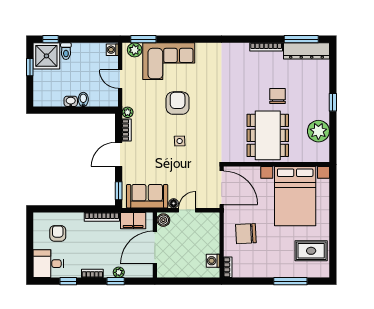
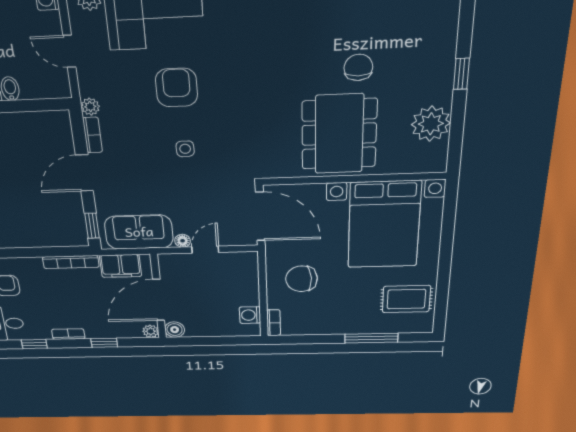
boiler: (163, 220) -> (175, 330), moved
plant: (119, 272) -> (151, 331), moved

